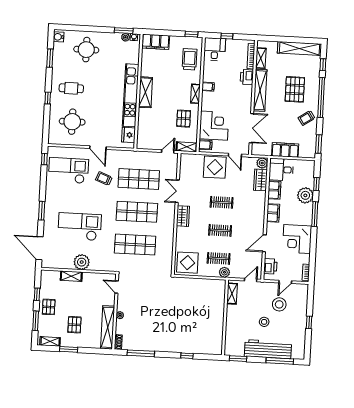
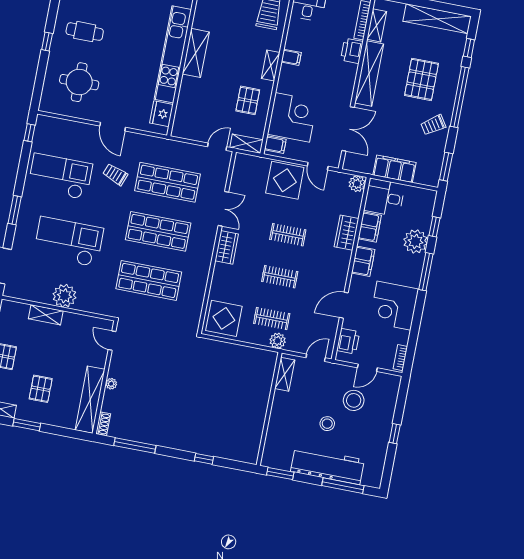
checkout: (69, 170) -> (60, 176), moved
wardrobe: (260, 180) -> (347, 233), moved
double door: (177, 191) -> (223, 209), swing flipped

